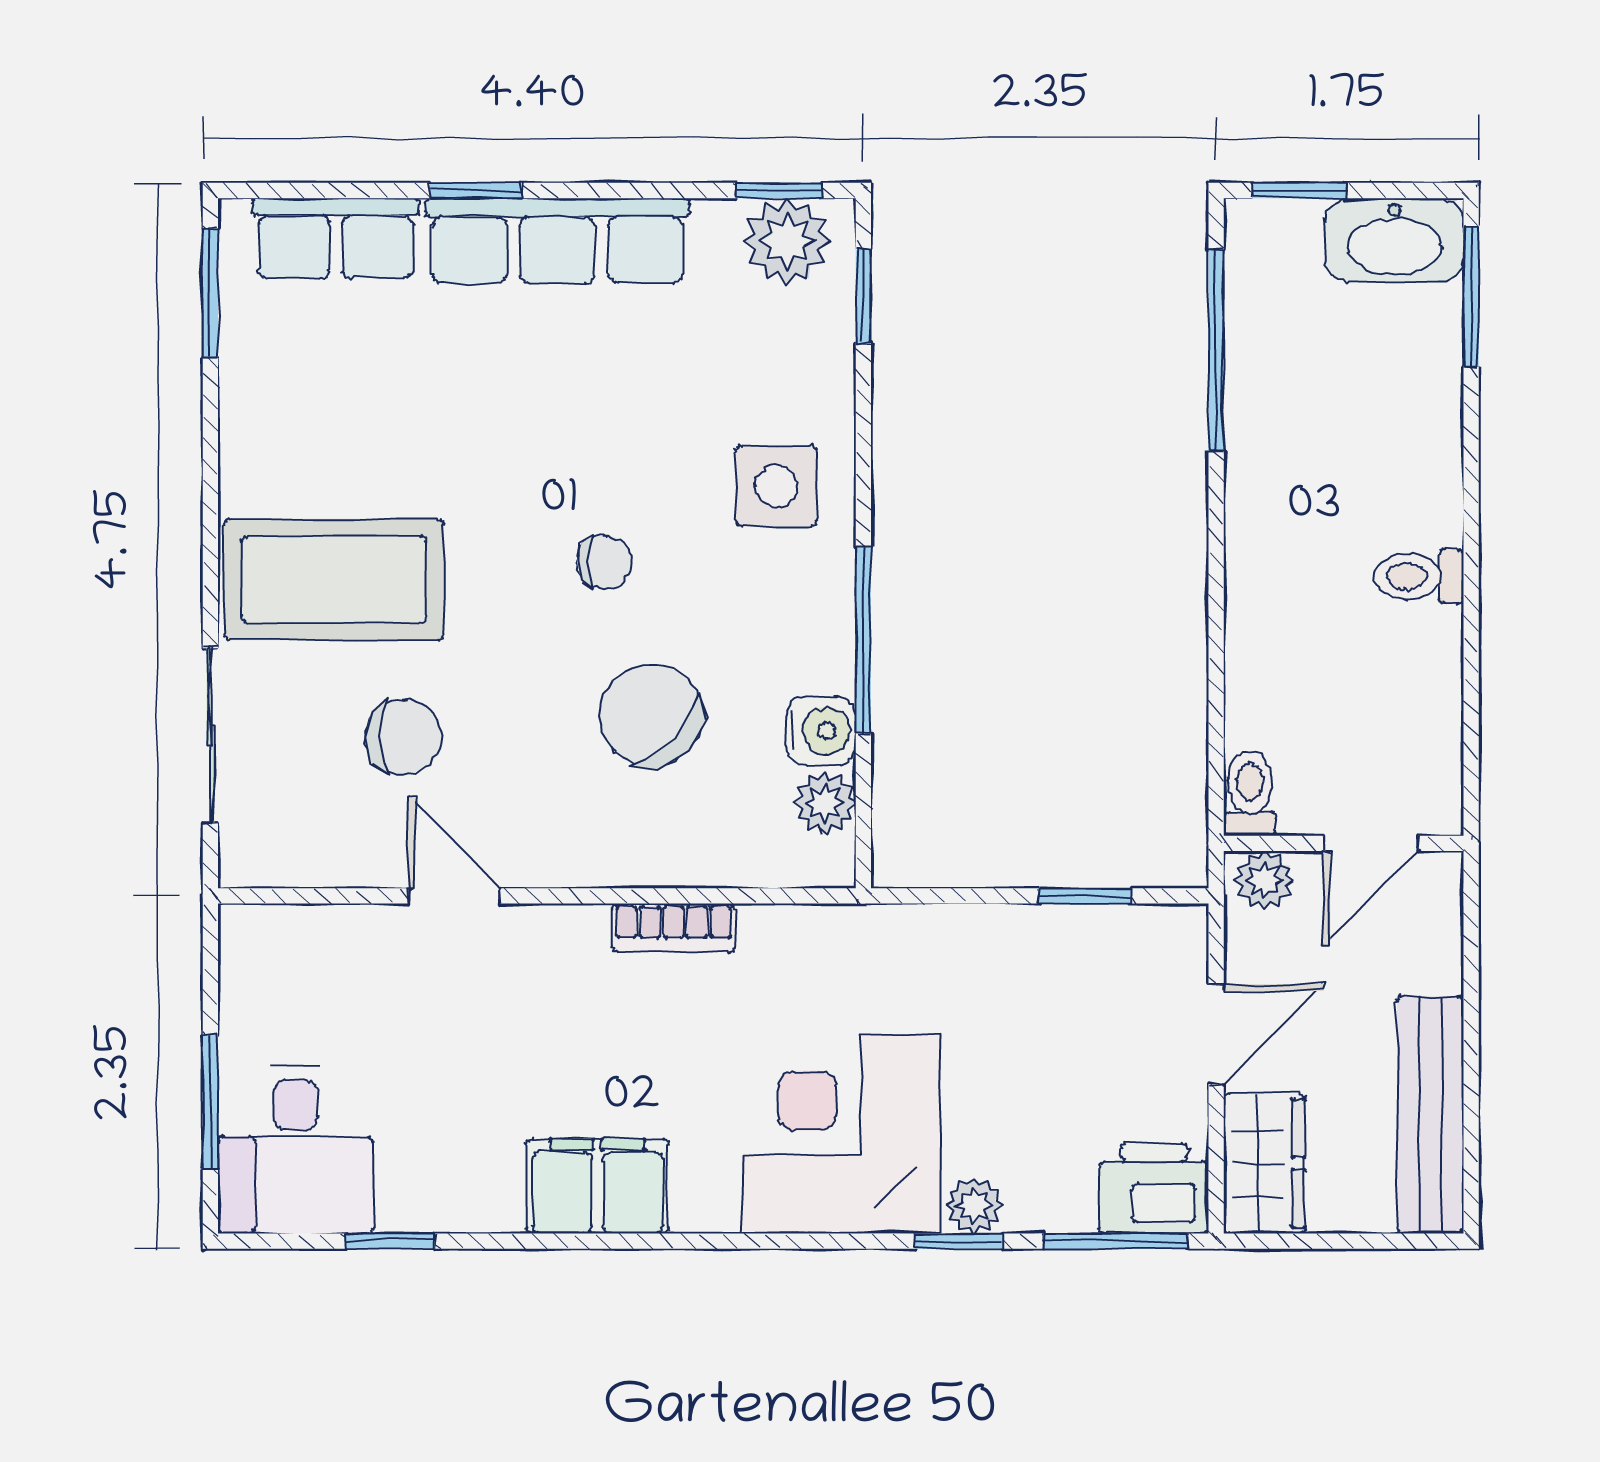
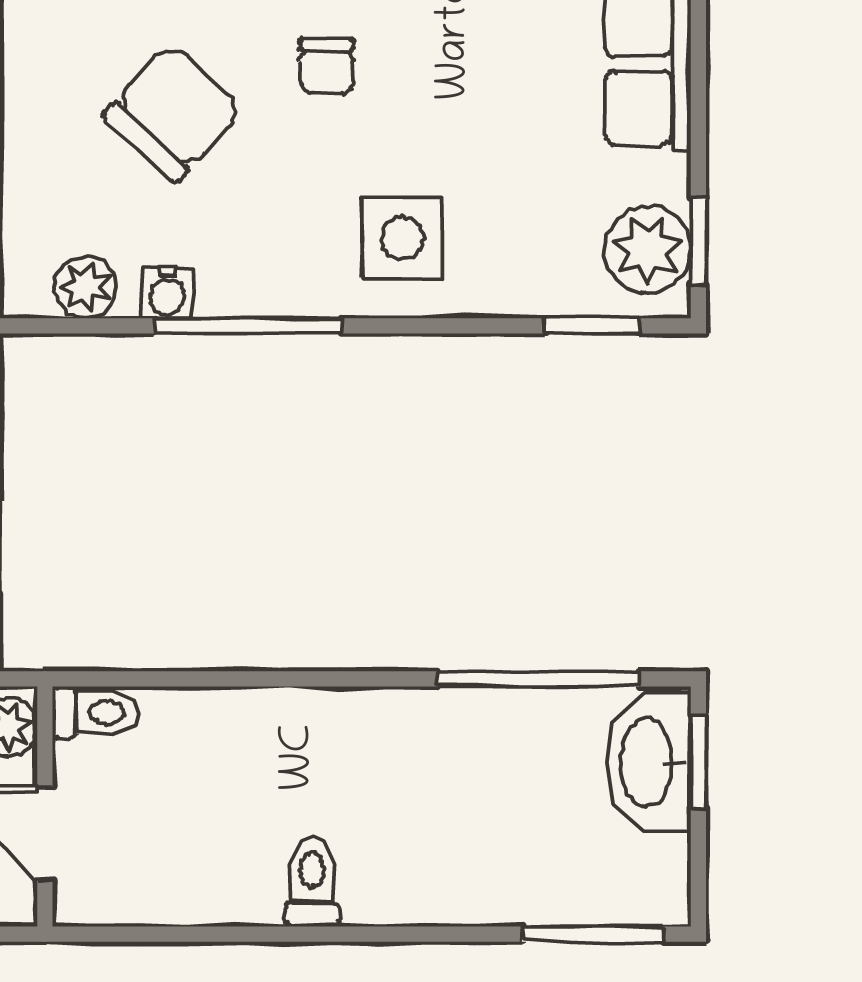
washbasin: (1394, 240) -> (648, 763), moved
water cooler: (821, 731) -> (167, 293), width x0.72, depth x0.72

